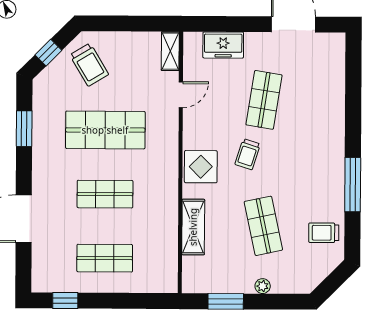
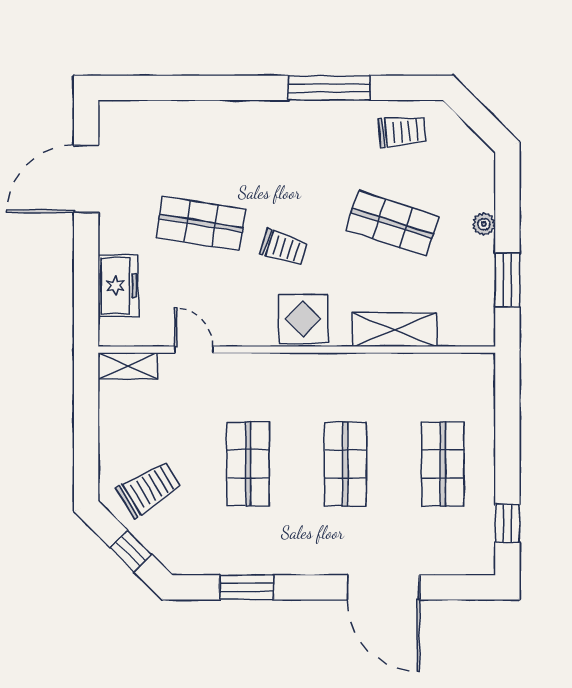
shop shelf: (105, 130) -> (248, 464), width x0.70, depth x0.74
shop shelf: (263, 226) -> (392, 223), turned 30
trolley: (324, 233) -> (402, 131), turned -95

